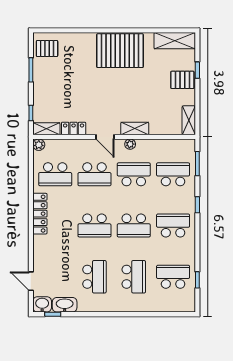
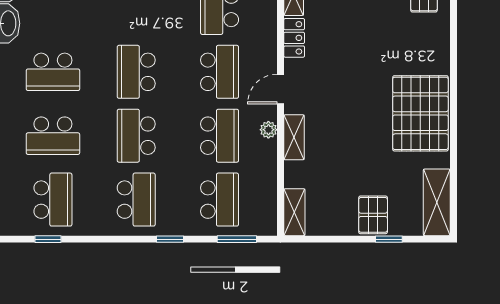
shelving: (189, 120) -> (294, 212), moved, turned 90
school desk: (94, 174) -> (220, 72), turned 180

